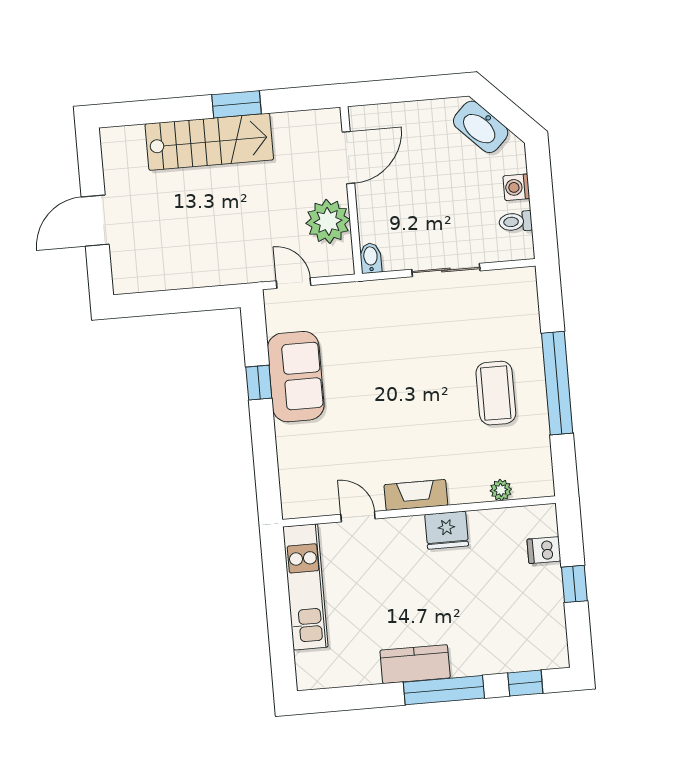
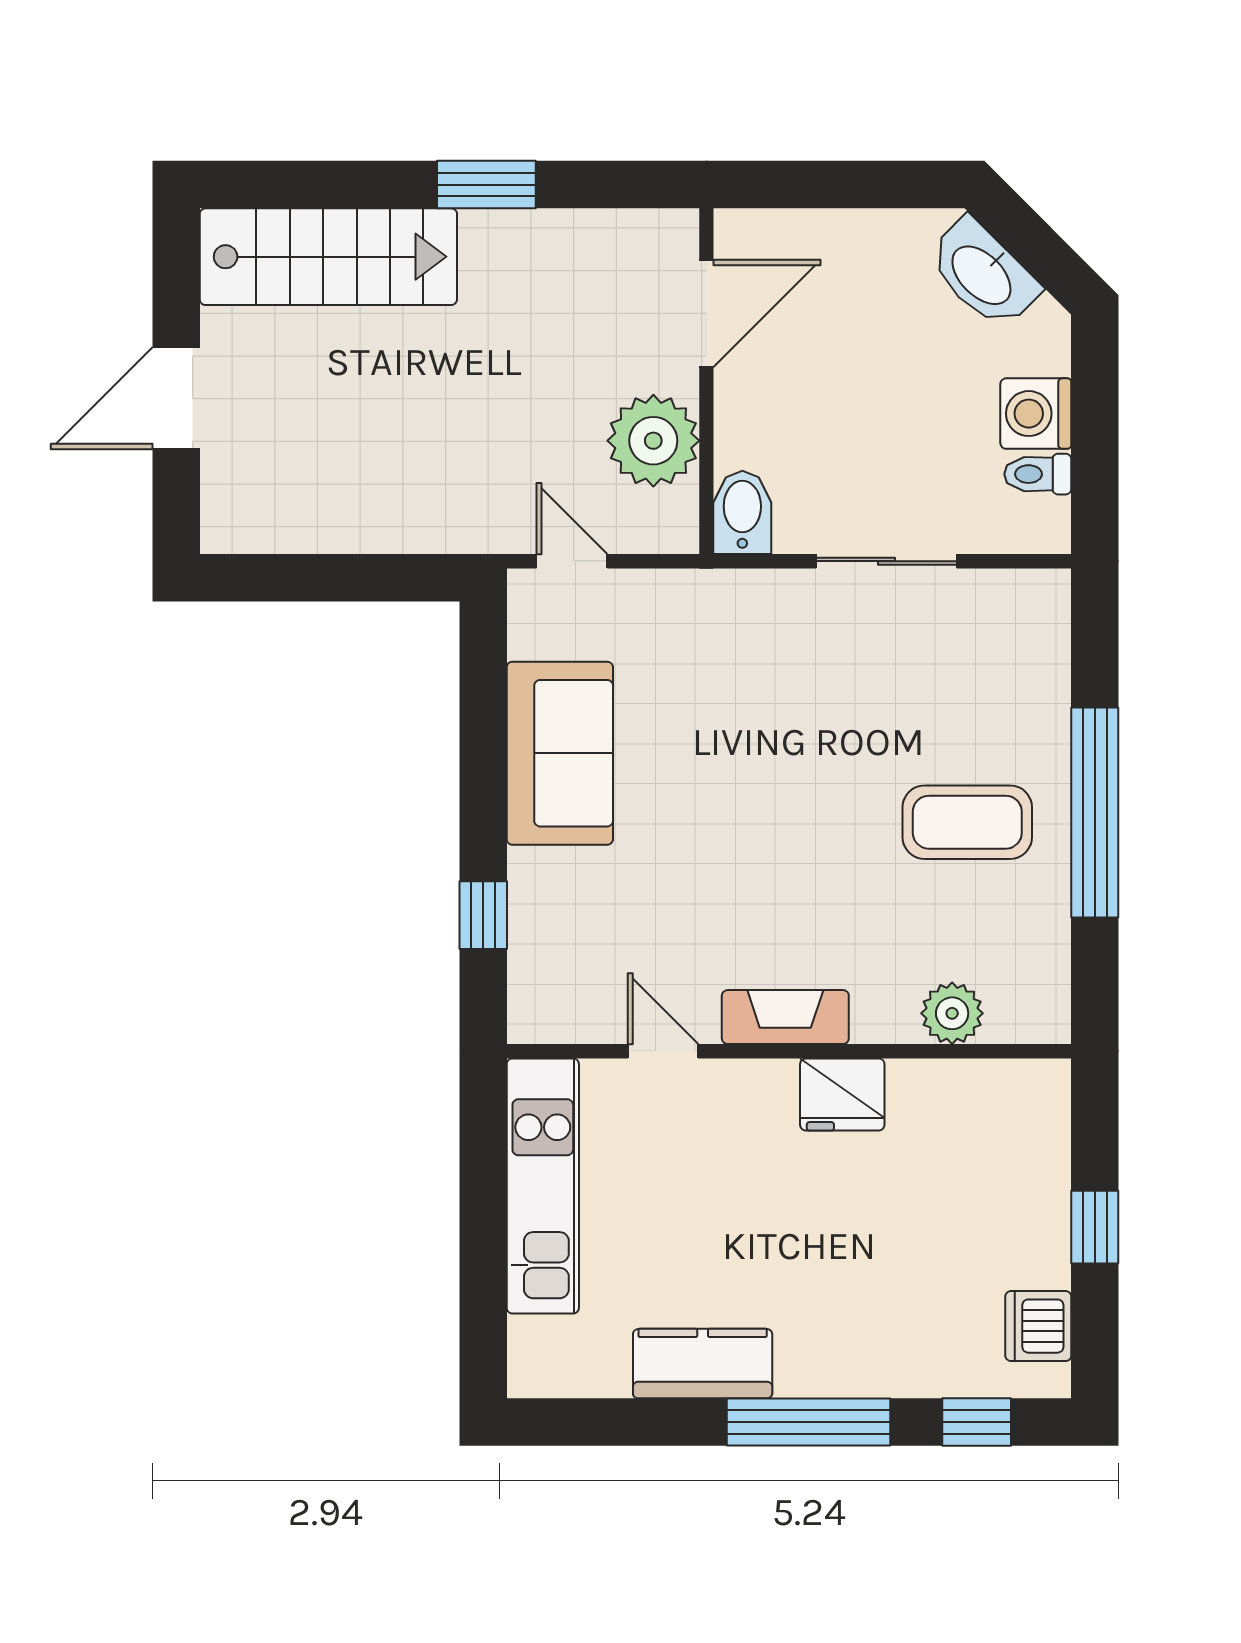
stairs: (209, 142) -> (328, 257), moved
washing machine: (516, 187) -> (1036, 414), width x1.38, depth x1.38
bidet: (371, 258) -> (742, 512), width x1.38, depth x1.36
window: (259, 383) -> (483, 915), moved
coffee table: (496, 393) -> (967, 822), turned 90
plant: (501, 490) -> (952, 1013), width x1.38, depth x1.38
dishwasher: (544, 550) -> (1038, 1326), moved, width x1.38
kitchen counter: (415, 664) -> (703, 1364), moved

